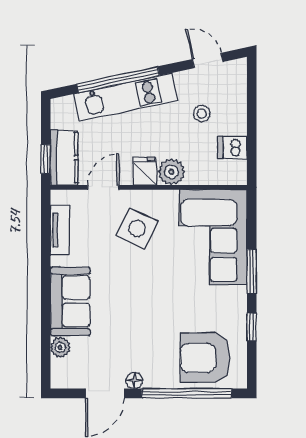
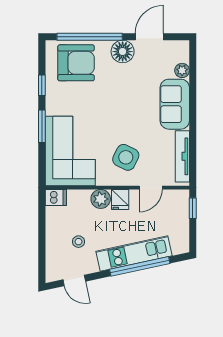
dishwasher: (233, 147) -> (56, 197), moved
kitchen counter: (64, 158) -> (179, 209), removed
tv unit: (60, 230) -> (182, 156), width x1.41
floor lamp: (134, 380) -> (123, 52), width x1.89, depth x1.89

